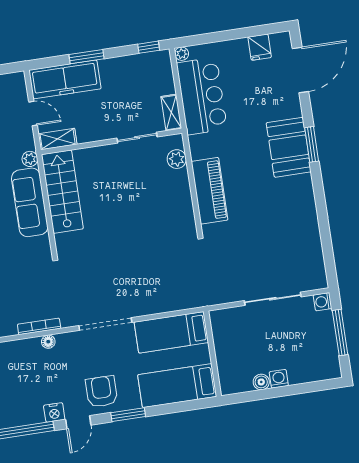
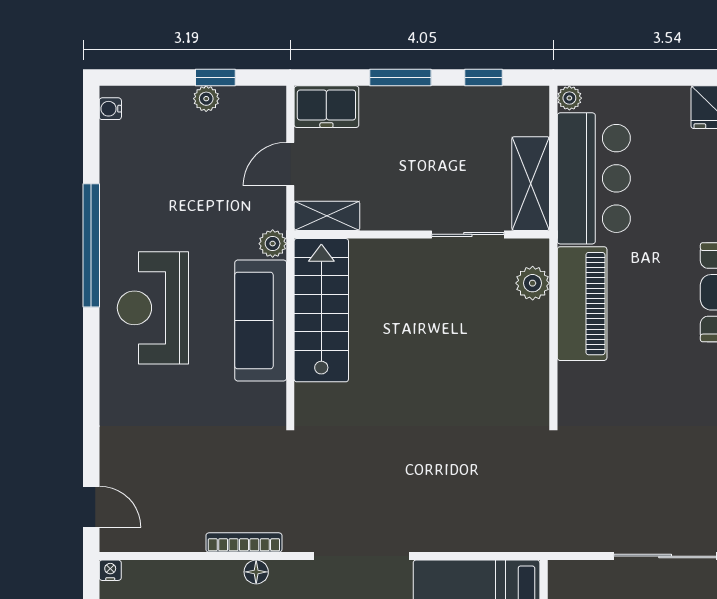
window: (149, 47) -> (484, 78), moved
freezer: (65, 79) -> (326, 107), width x0.52, depth x0.79
shelving: (171, 112) -> (531, 184), width x1.50, depth x1.33
door: (33, 114) -> (290, 164), swing flipped
piano: (210, 191) -> (582, 304), moved

